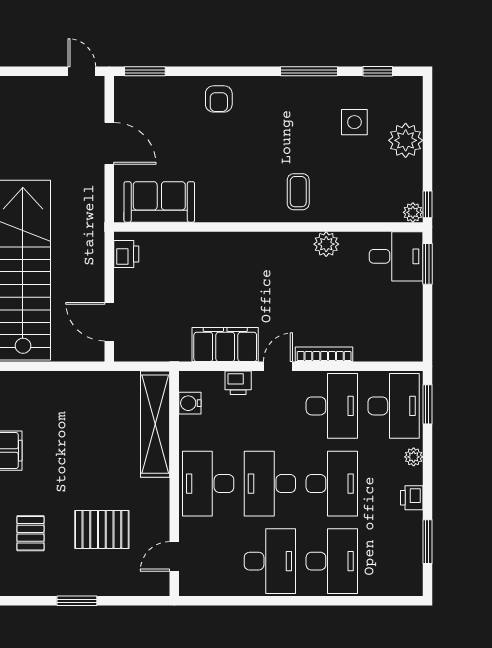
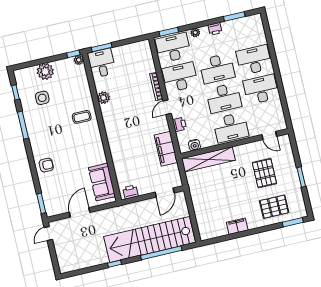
filing cabinet: (225, 345) -> (166, 149), moved
door: (278, 366) -> (167, 107), hinge flipped
desk: (332, 484) -> (217, 69), turned 180
pallet: (31, 533) -> (274, 207), width x1.50, depth x1.42

